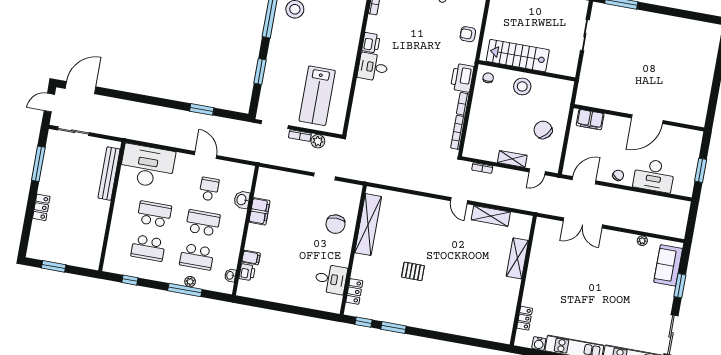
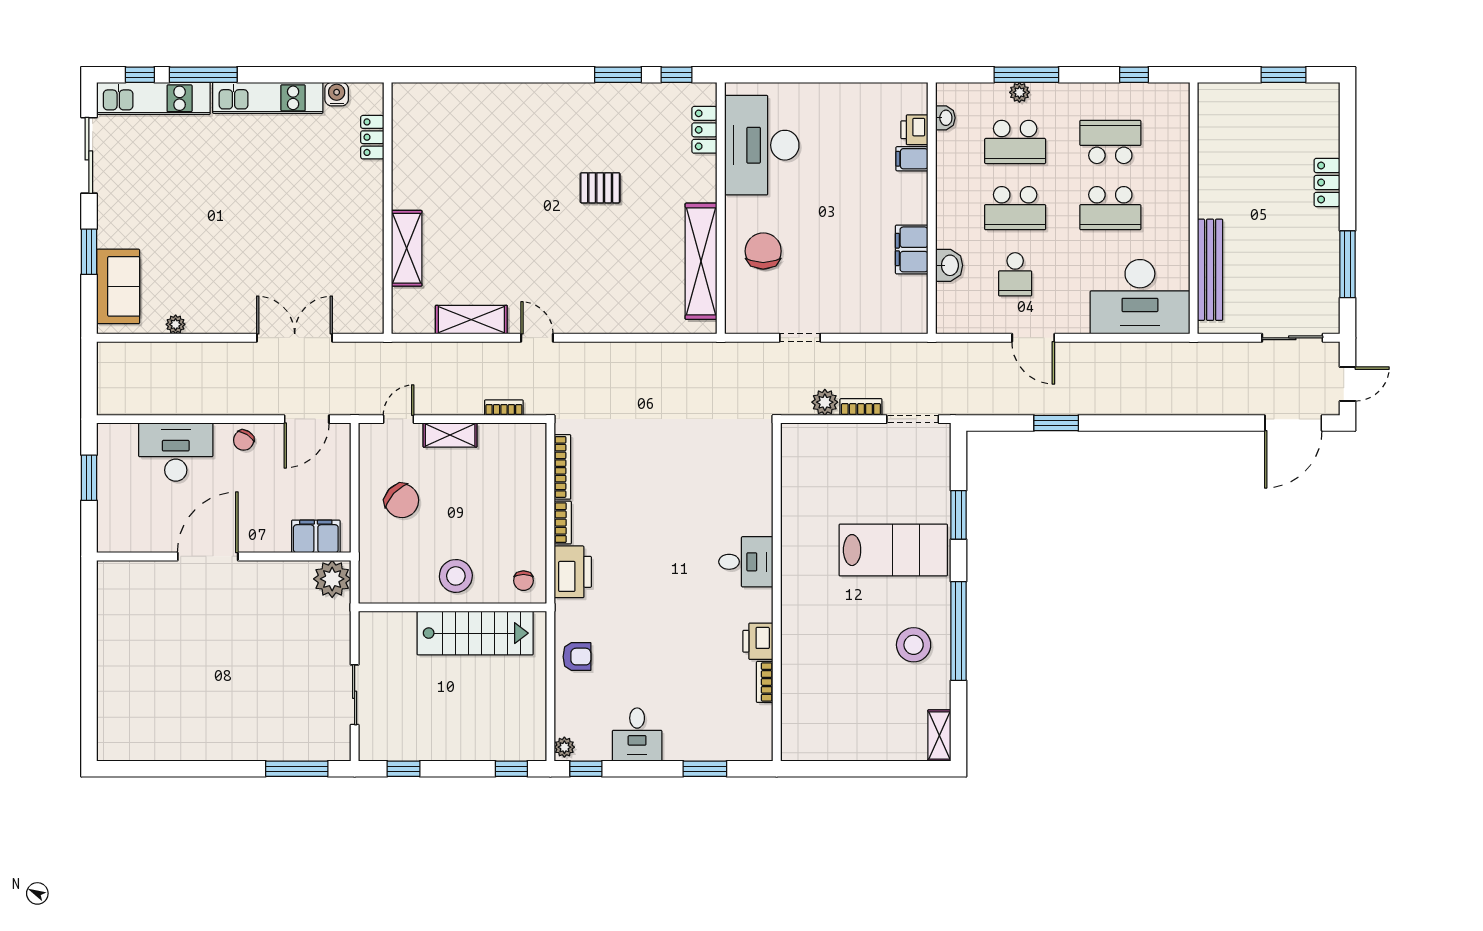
printer: (371, 43) -> (758, 641), moved
lab bench: (317, 96) -> (893, 550), moved, turned 90
plant: (586, 96) -> (332, 579), added
school desk: (197, 257) -> (1015, 142), turned 180
desk: (331, 279) -> (762, 145), width x1.87, depth x1.30

